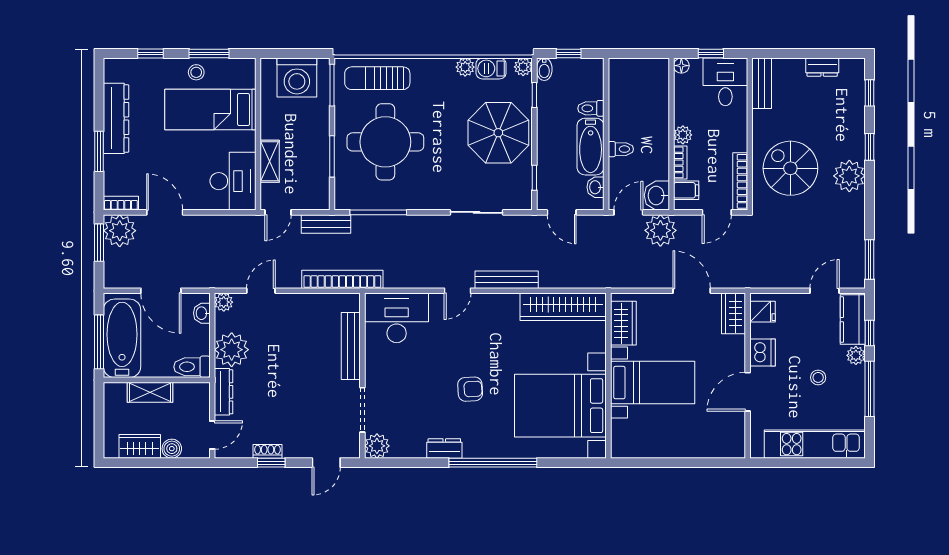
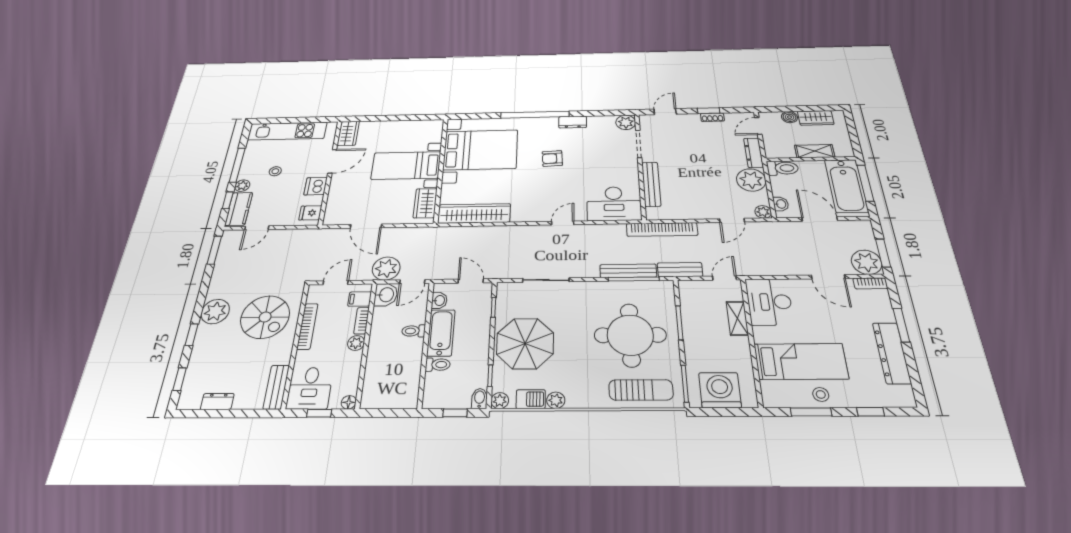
bookcase: (740, 181) -> (307, 326), moved
bench: (507, 280) -> (628, 271), moved
wardrobe: (734, 313) -> (348, 133), moved

